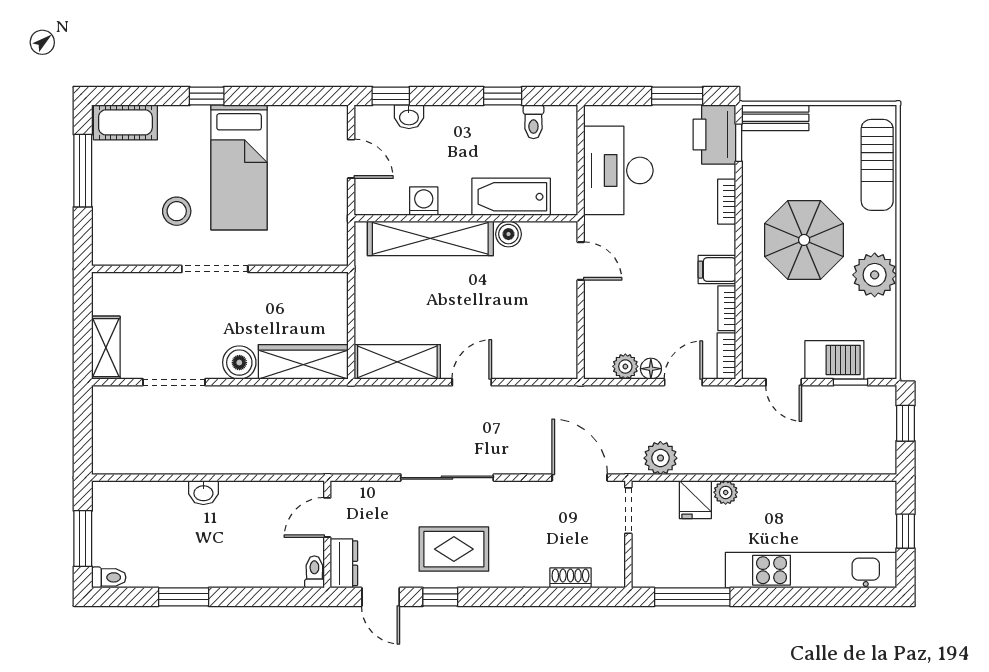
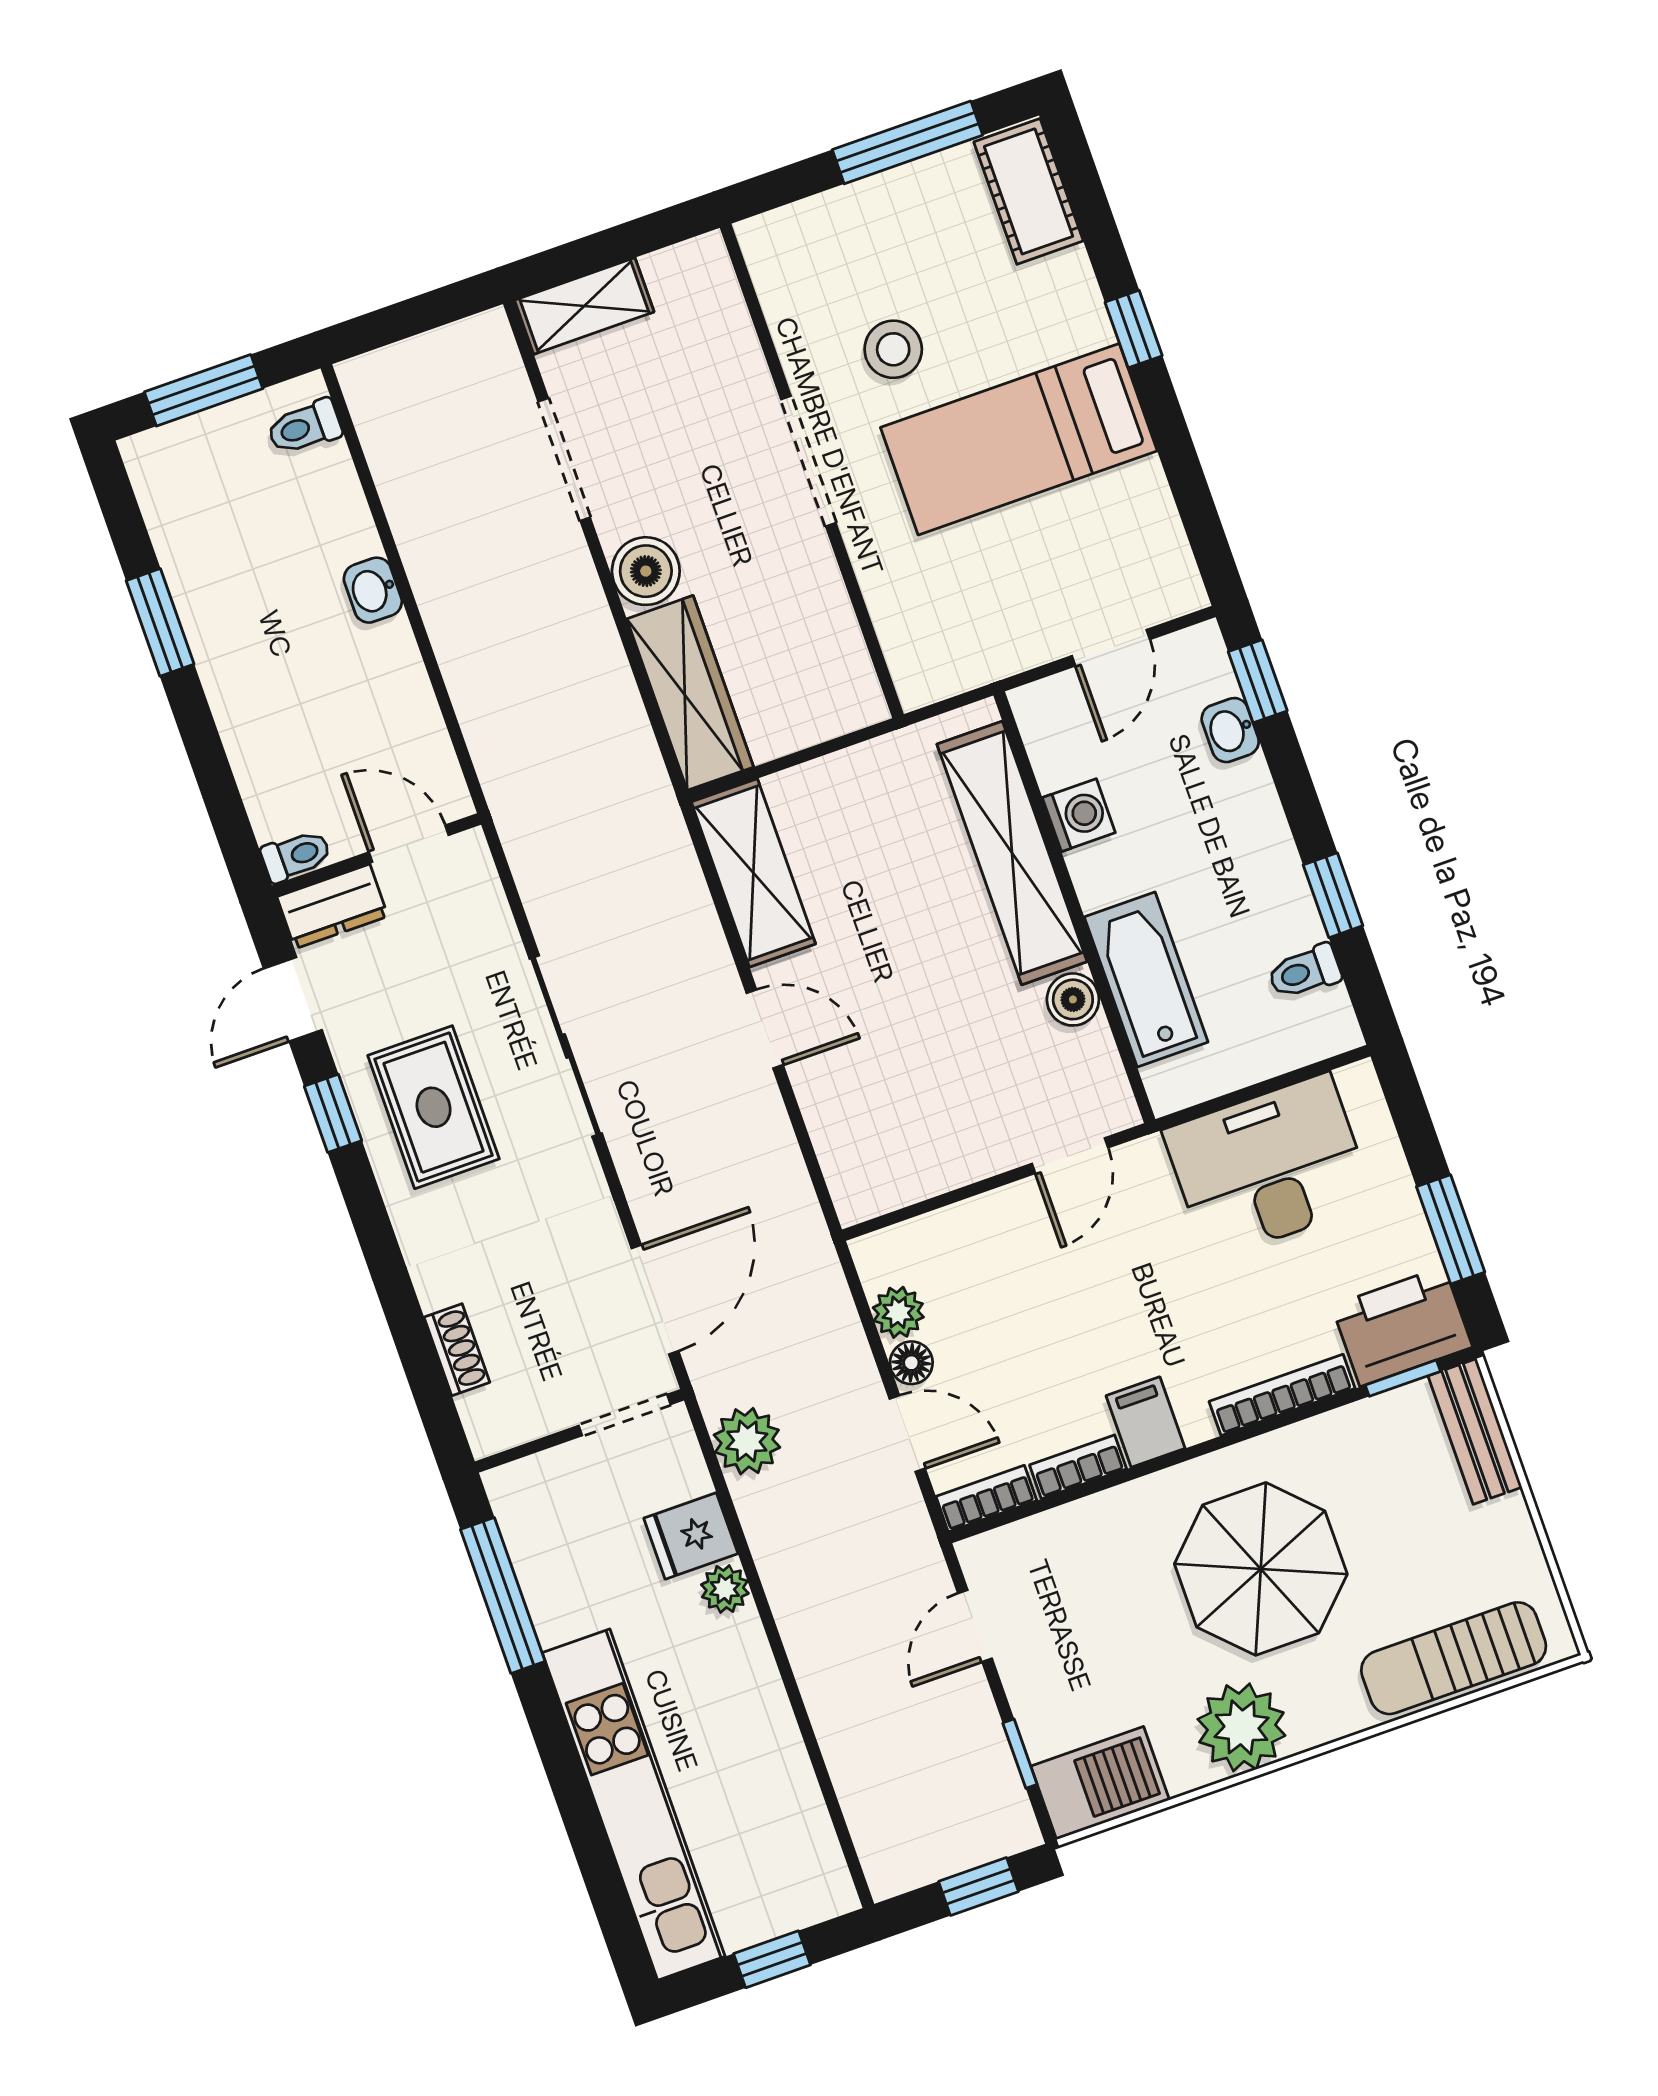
bookcase: (727, 202) -> (1282, 1395), width x1.56
barbecue: (834, 360) -> (1100, 1783), moved, turned -90
toilet: (109, 577) -> (304, 427), moved, turned 90

